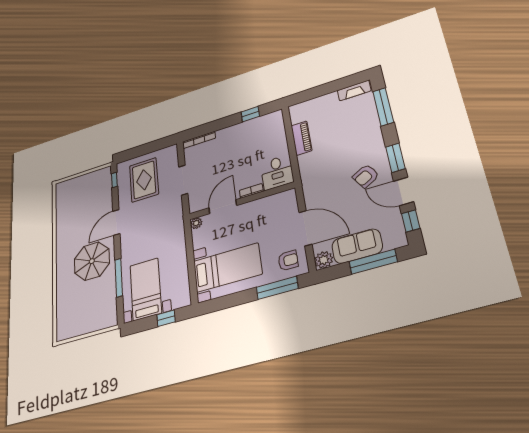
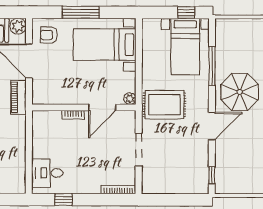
piano: (301, 138) -> (18, 97), moved
desk: (277, 172) -> (47, 173), moved, turned -90
rug: (144, 180) -> (164, 105), moved, turned 90
window: (277, 288) -> (81, 12), moved
window: (166, 318) -> (186, 12), moved

